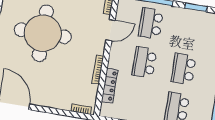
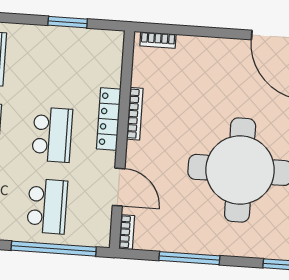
door: (111, 30) -> (119, 187), swing flipped
locker: (110, 86) -> (109, 119), moved

